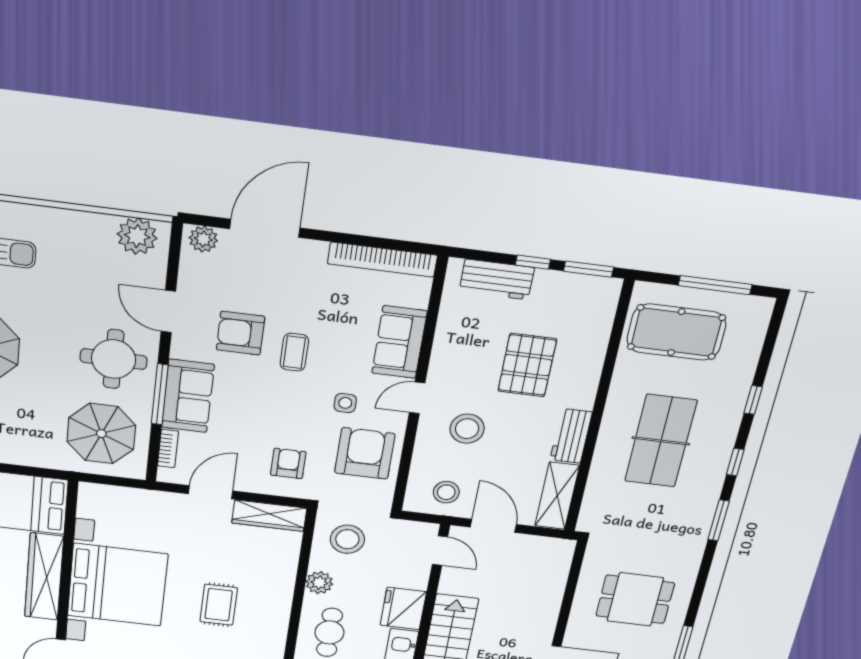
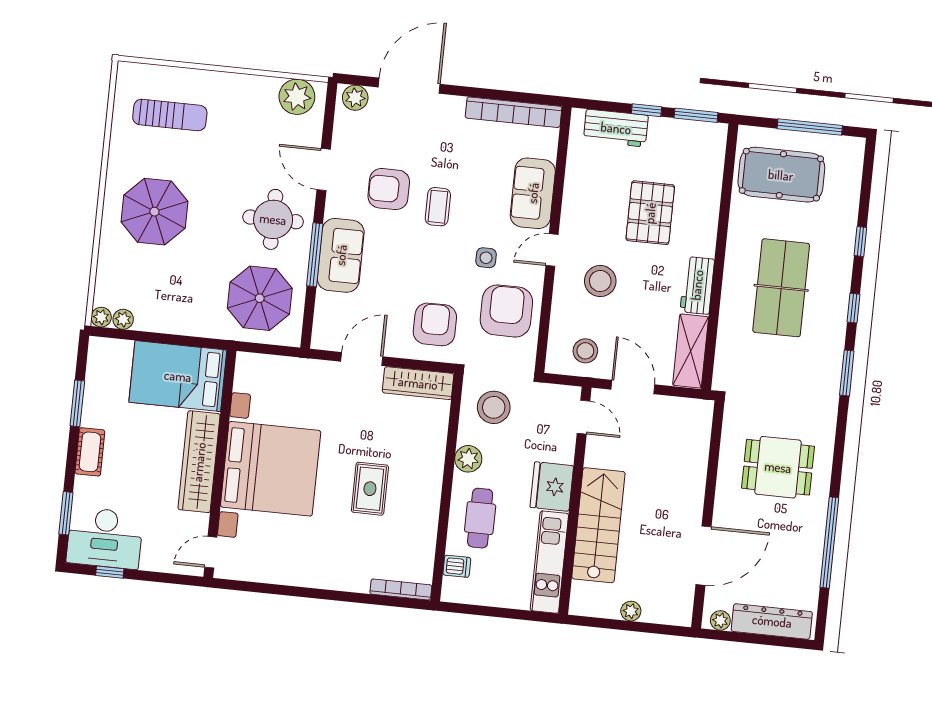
bookcase: (168, 449) -> (322, 312), removed
armchair: (288, 463) -> (435, 324), width x1.38, depth x1.38

